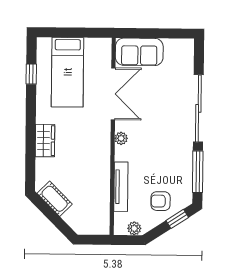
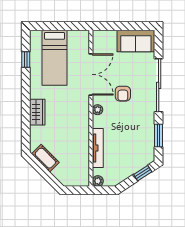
sofa: (139, 52) -> (136, 41), moved
window: (198, 172) -> (159, 135), width x0.69
armchair: (161, 201) -> (123, 94), moved, turned -90
plant: (134, 228) -> (98, 181), moved

